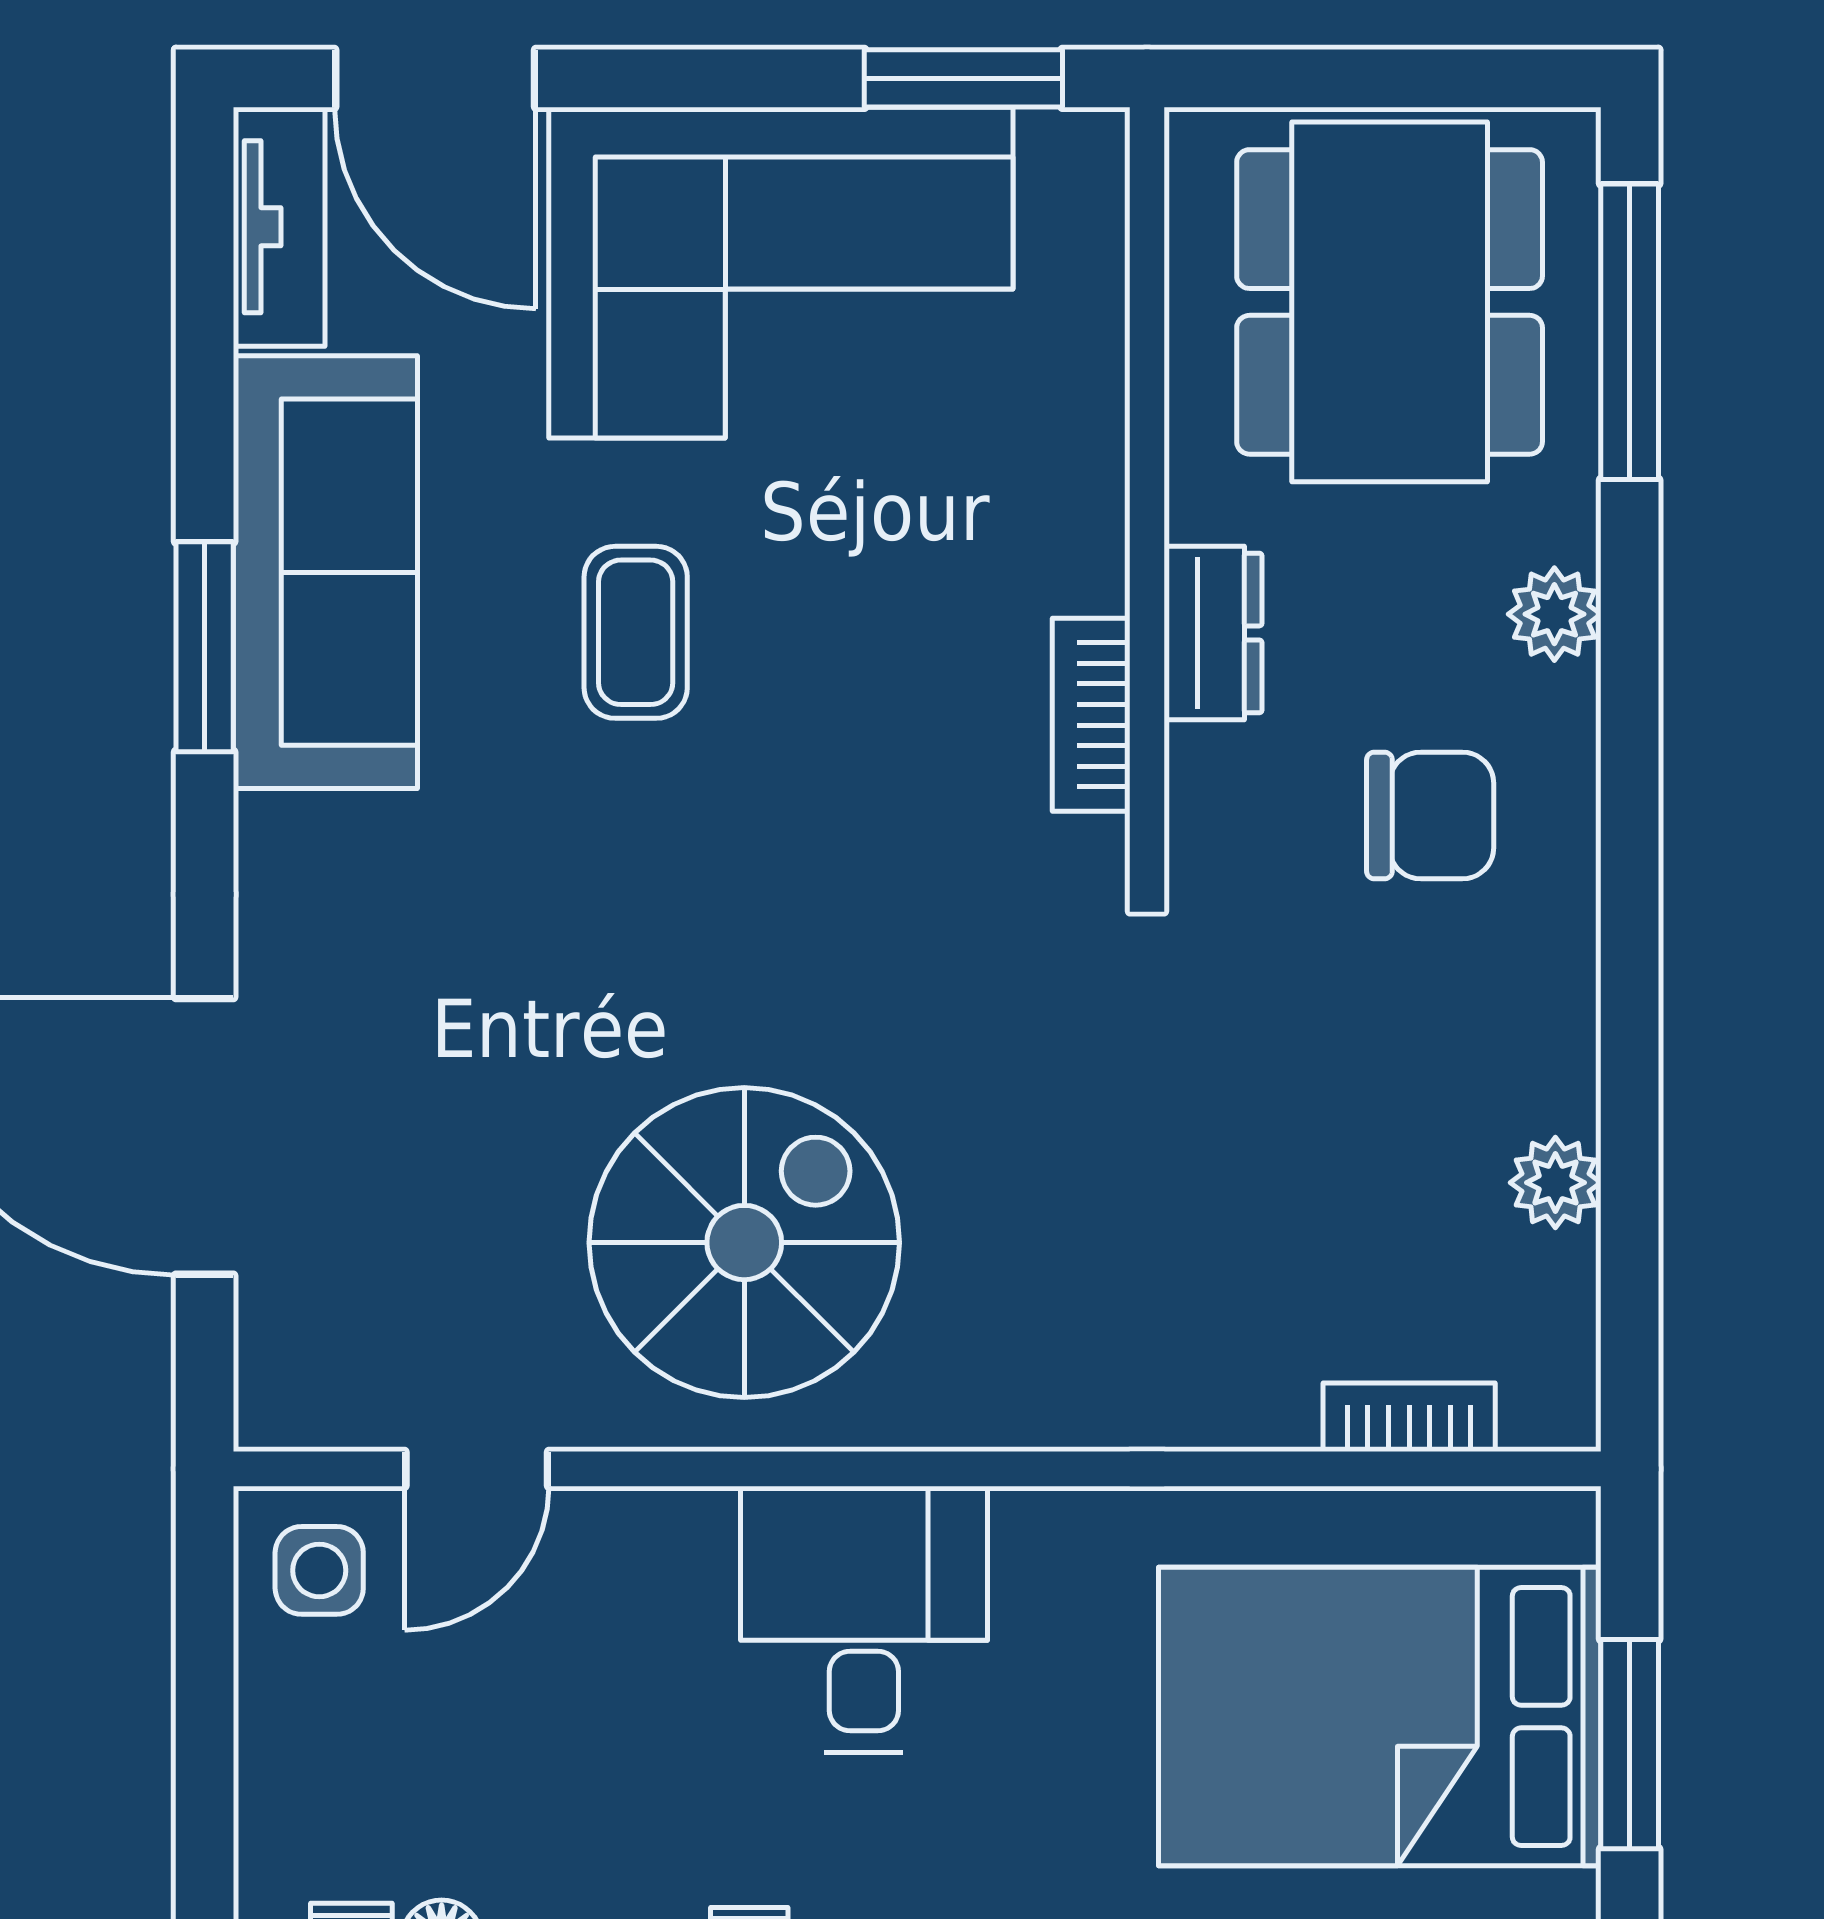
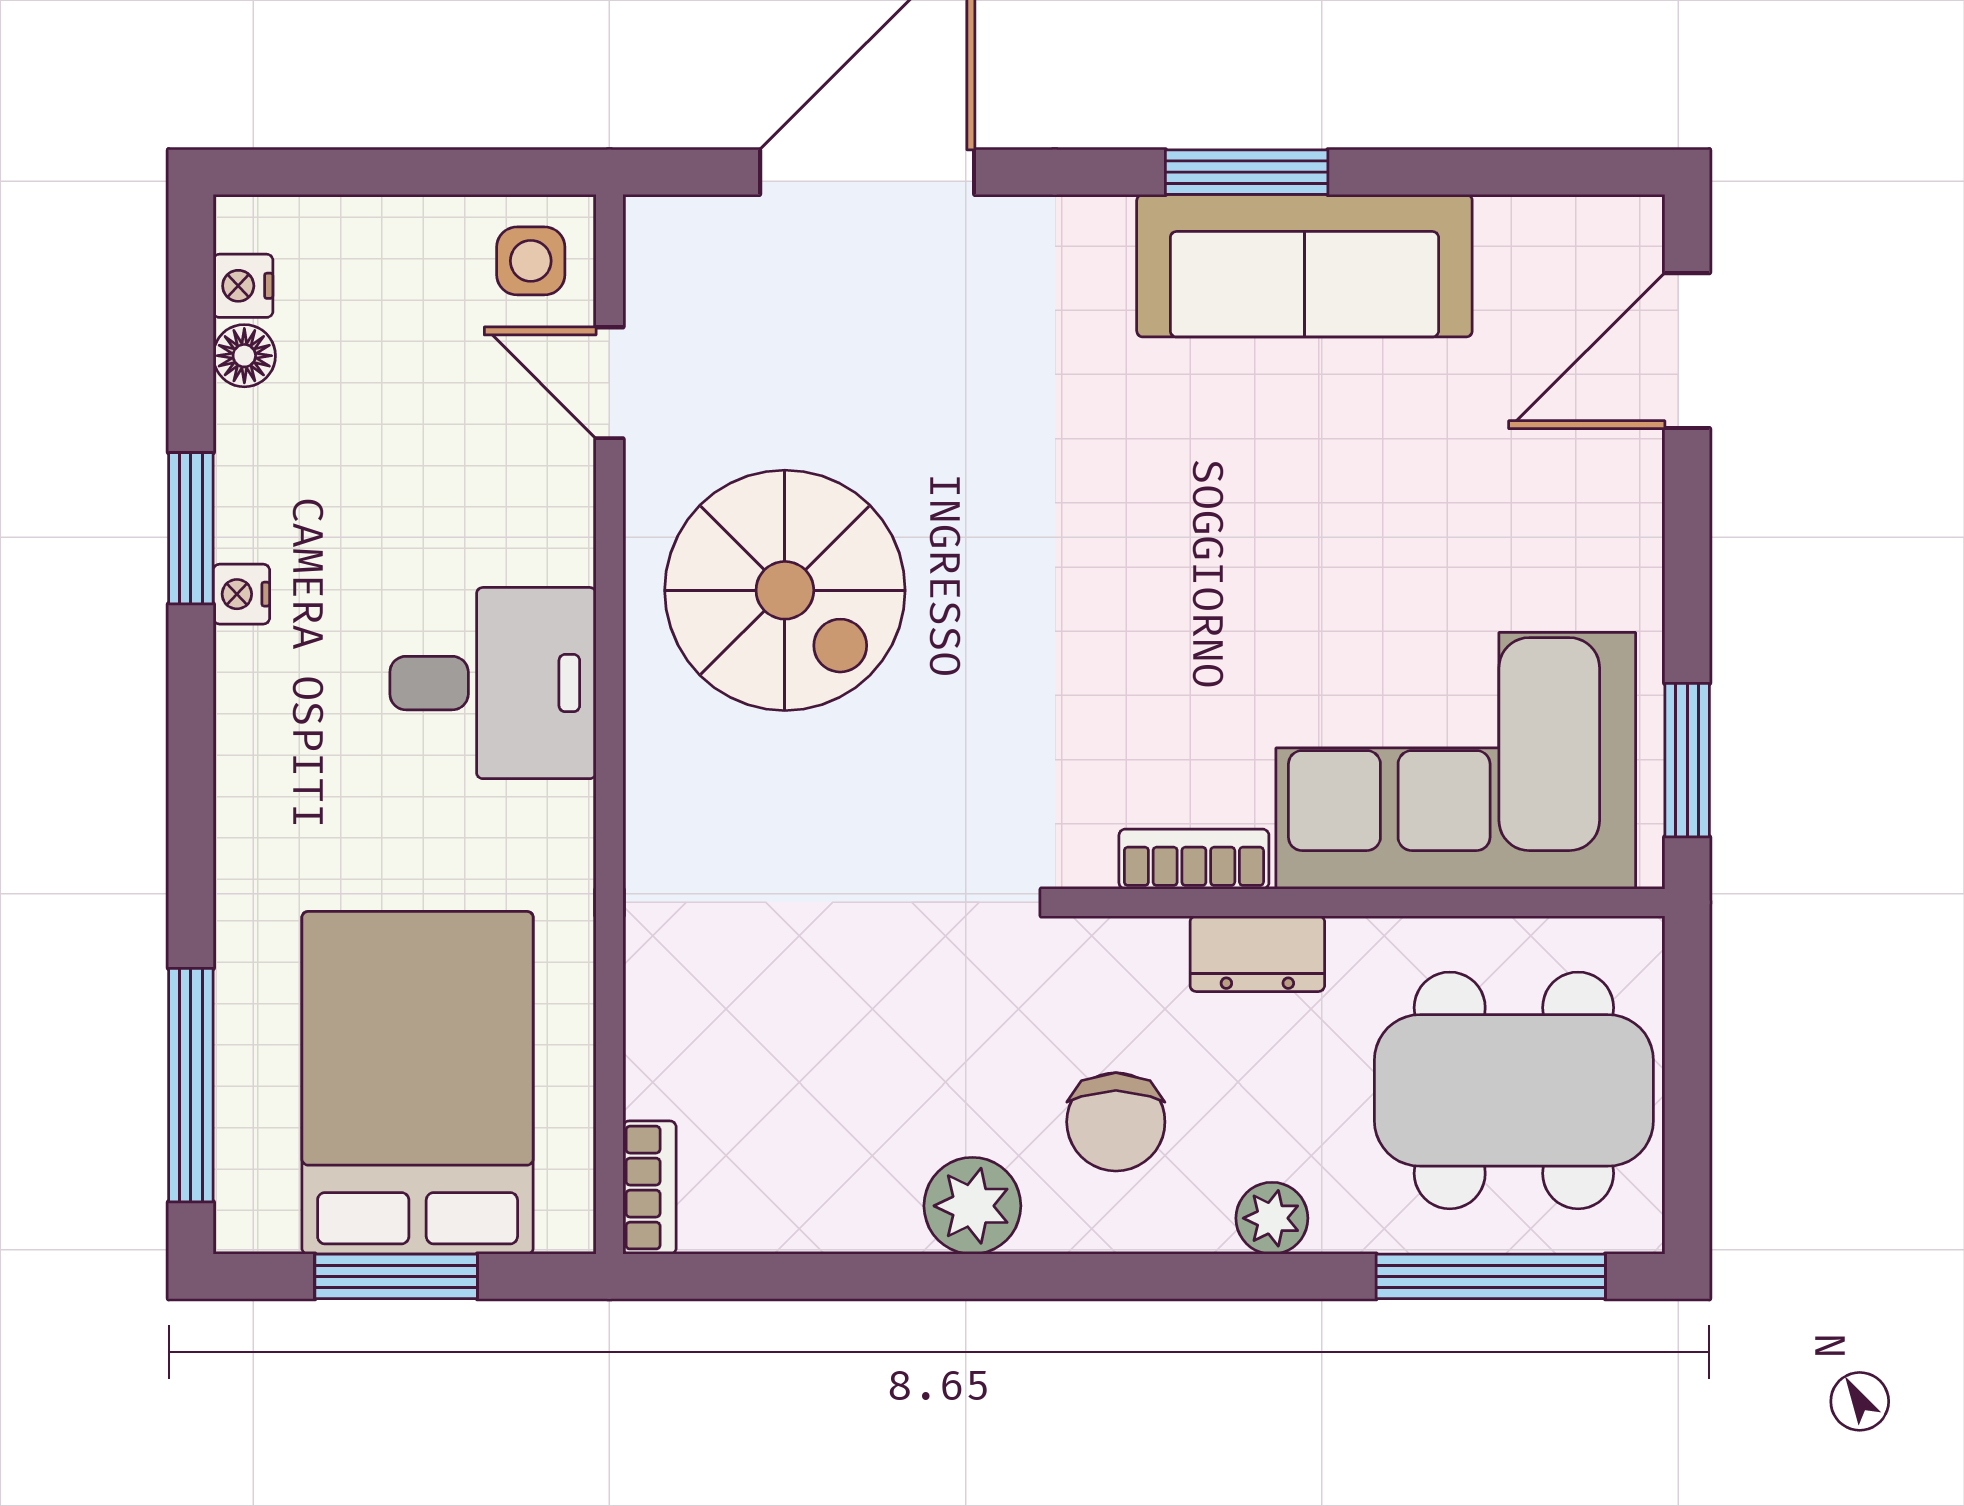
tv unit: (279, 227) -> (1572, 230), removed
corner sofa: (781, 273) -> (1456, 761), moved, turned 90
coffee table: (636, 632) -> (1258, 506), removed
plant: (1555, 1183) -> (972, 1206), moved, width x1.38, depth x1.38
bookcase: (1409, 1417) -> (649, 1188), moved

